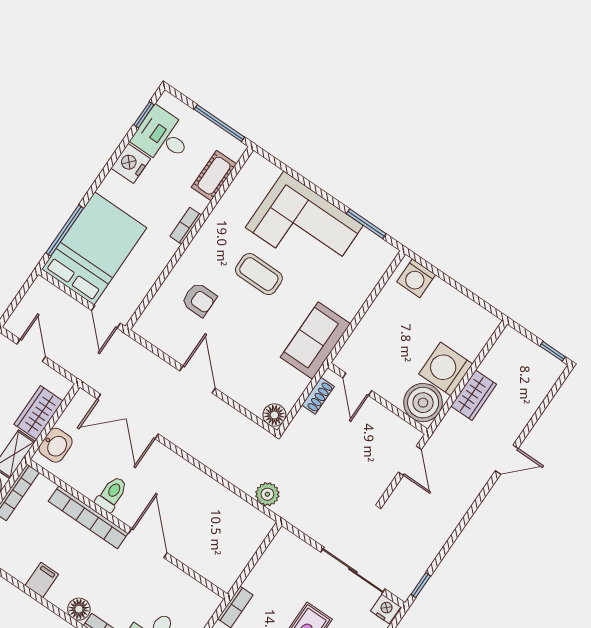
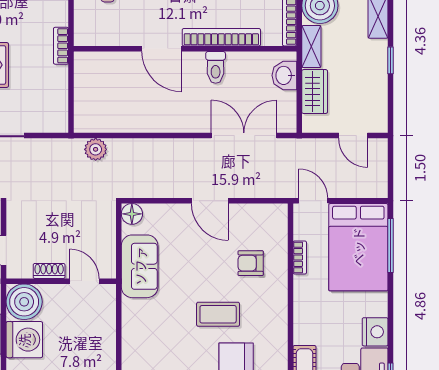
bookcase: (186, 226) -> (300, 257), moved
sofa: (315, 341) -> (140, 266), moved
shoe rack: (318, 396) -> (49, 271), moved, turned 90

